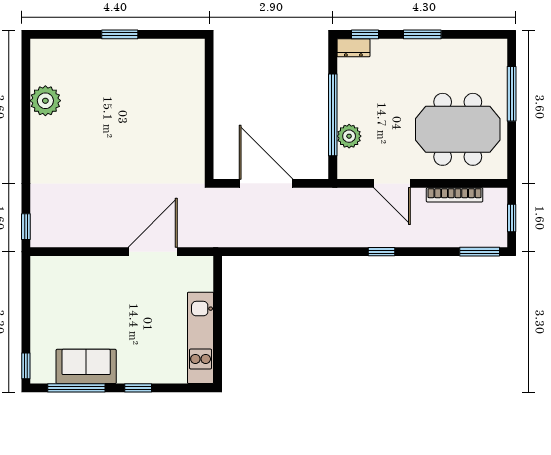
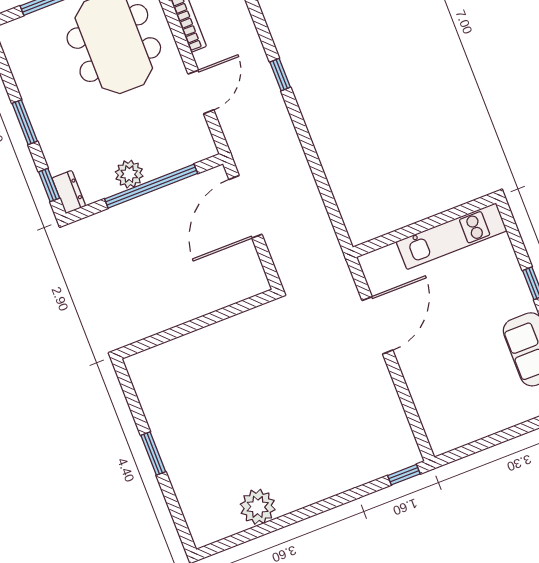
plant: (349, 136) -> (129, 174), moved
door: (266, 183) -> (245, 207), moved
door: (153, 252) -> (377, 325), swing flipped

